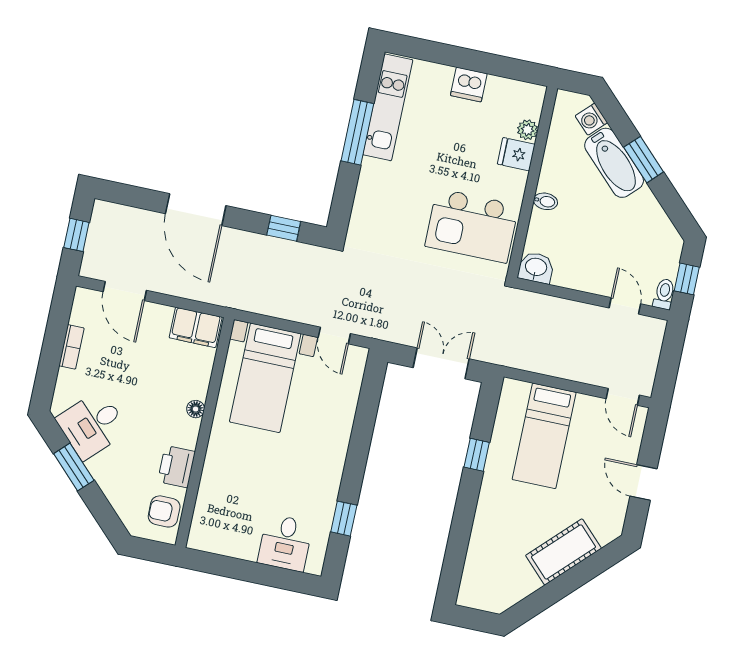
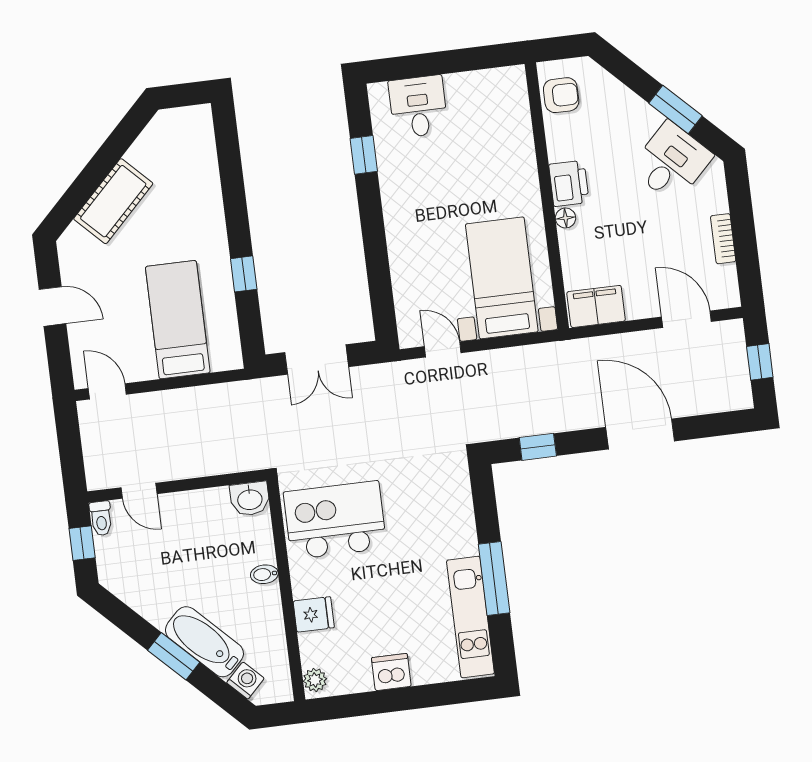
plant: (528, 130) -> (315, 680), moved
printer: (176, 467) -> (569, 183), moved

